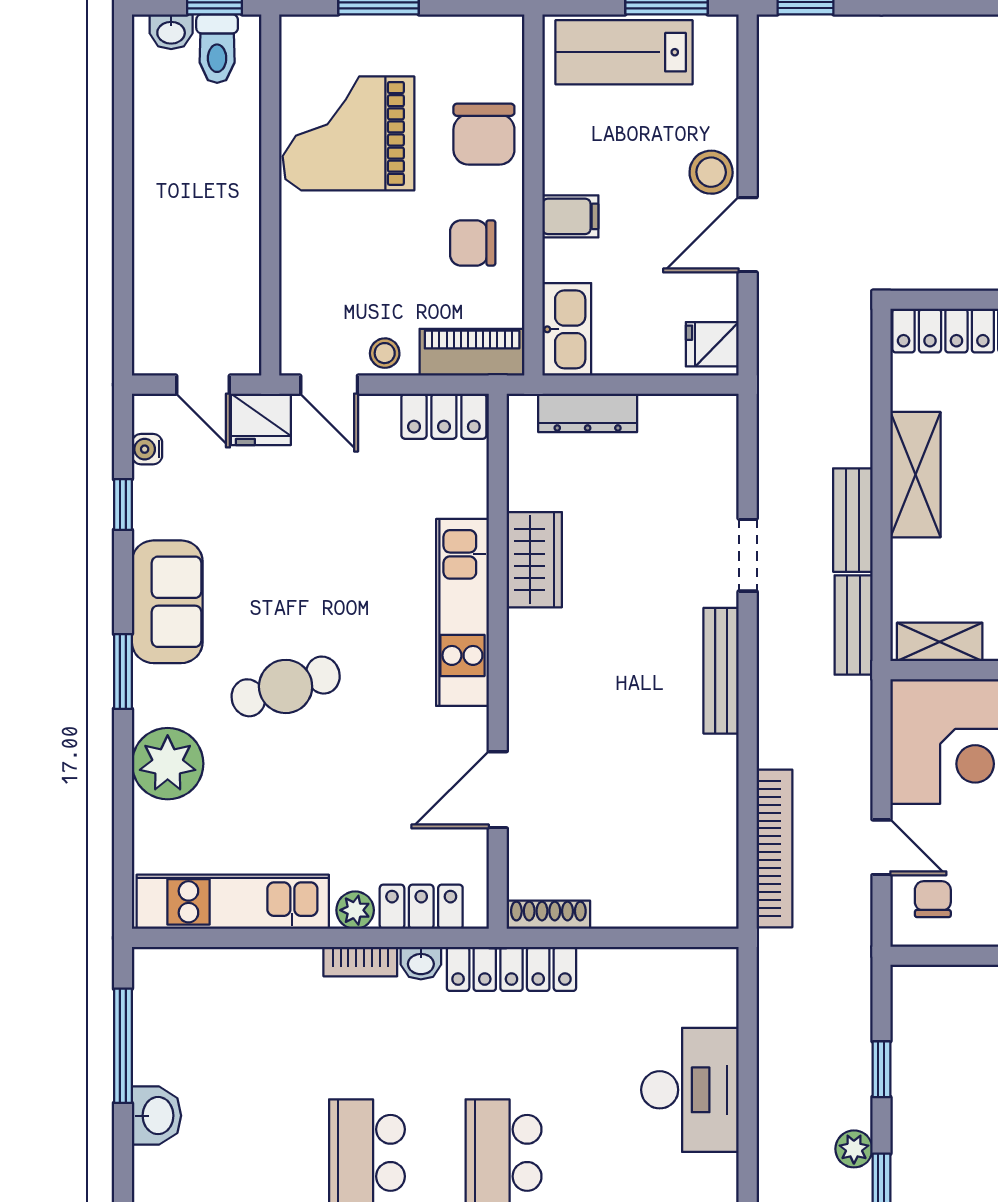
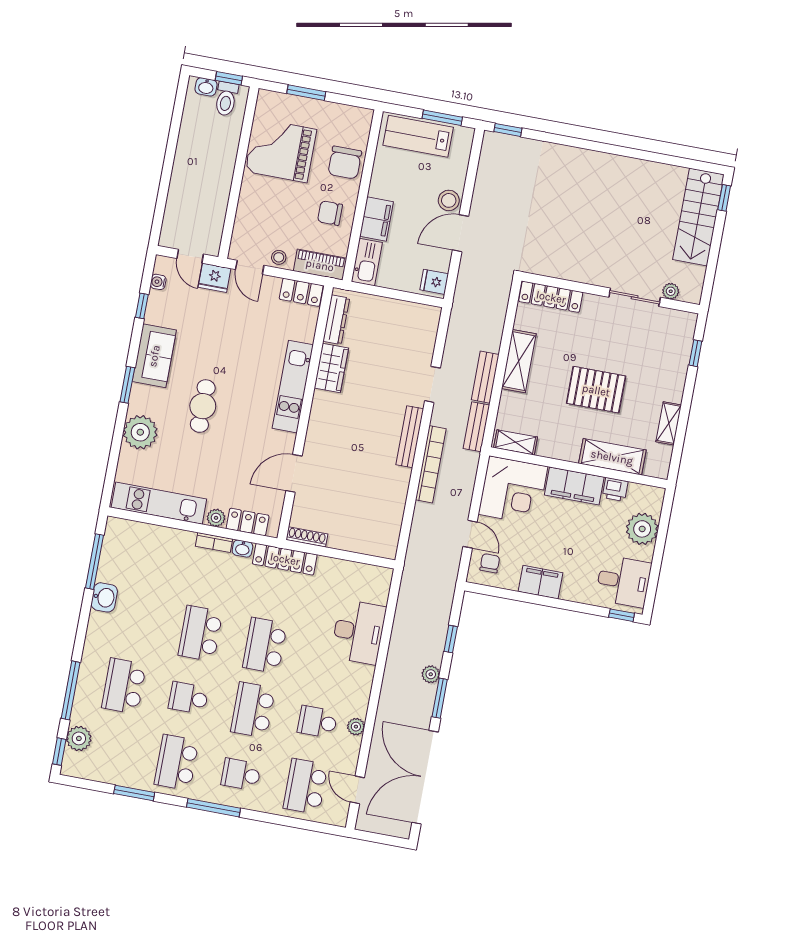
filing cabinet: (570, 216) -> (377, 219), width x2.00
dresser: (588, 413) -> (336, 320), moved, turned -90
cafe table: (286, 686) -> (203, 406), turned -73
bookcase: (774, 848) -> (431, 464), moved

